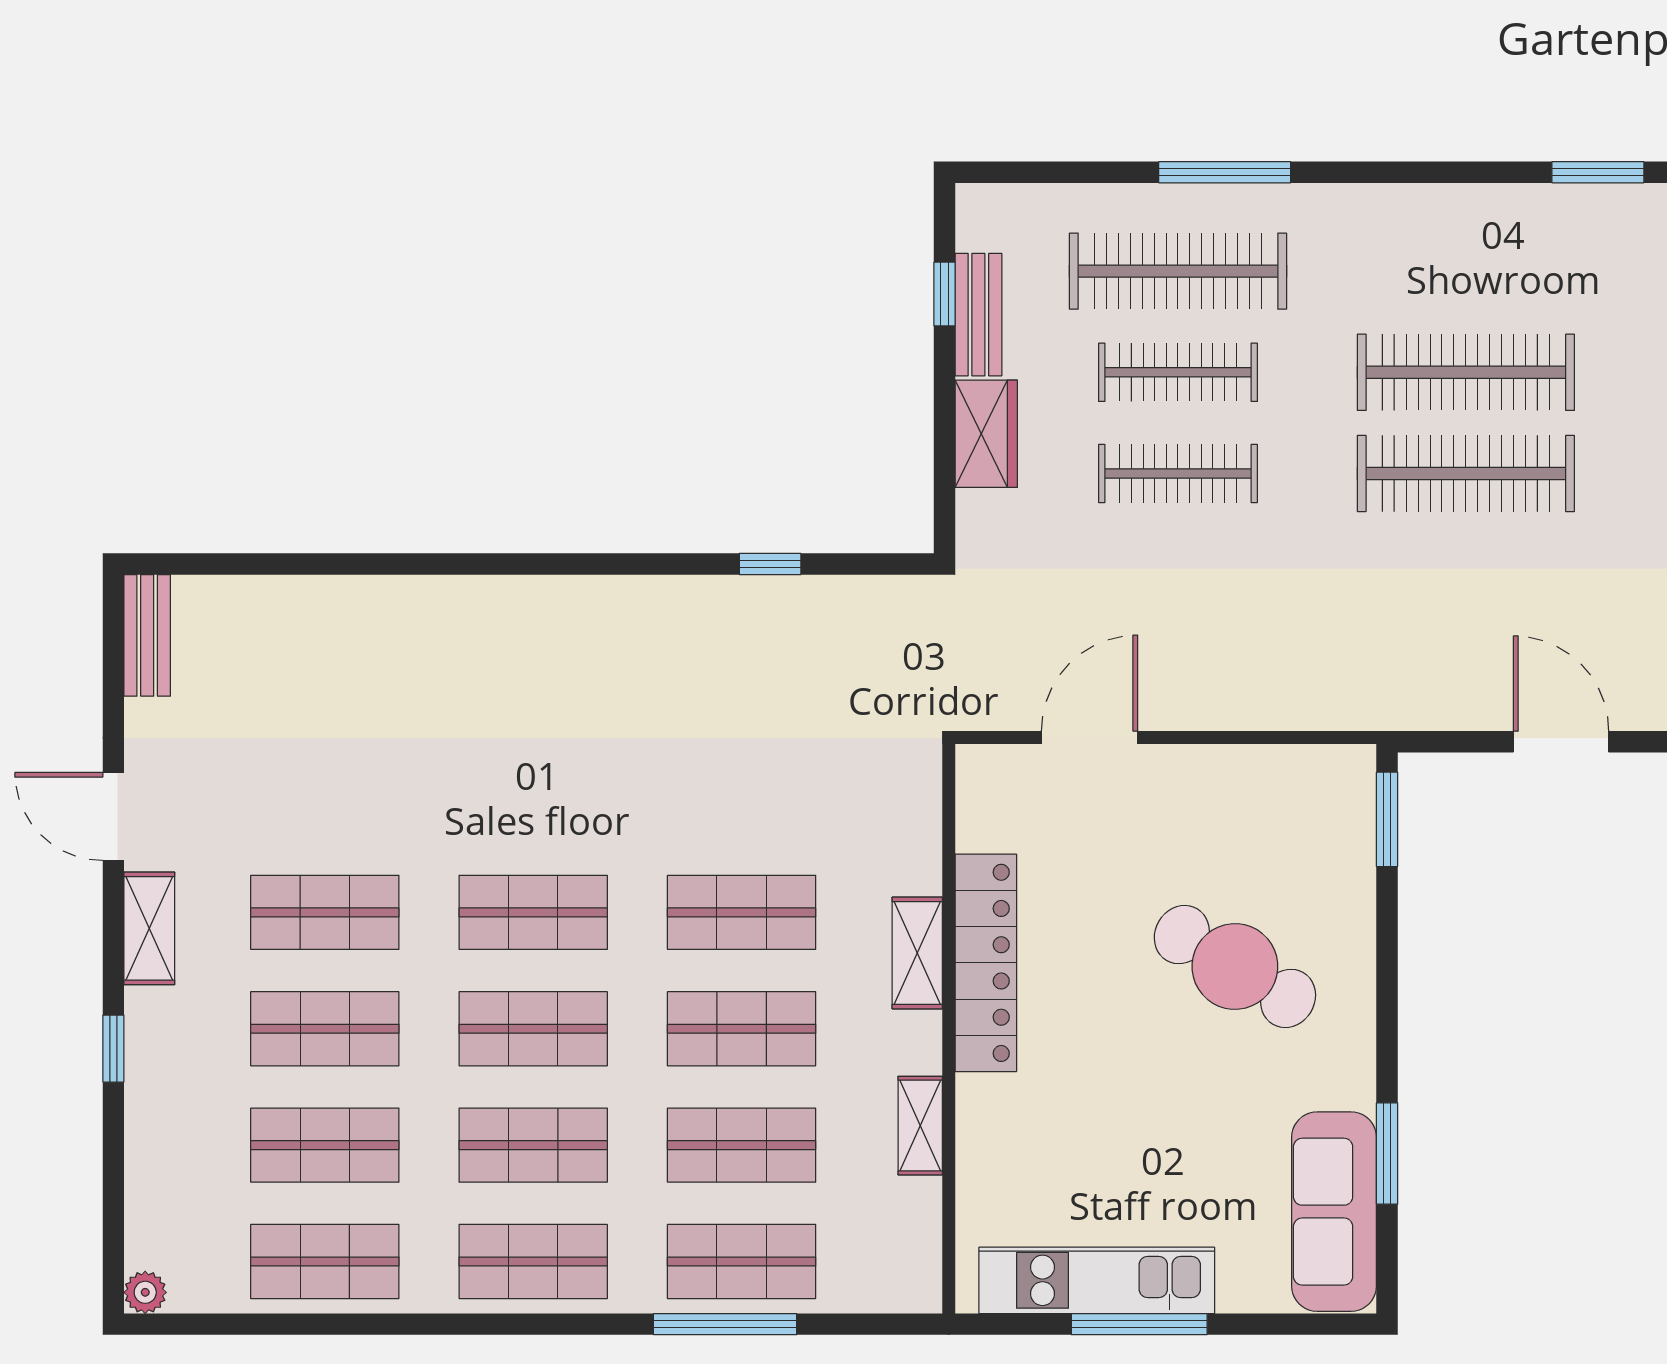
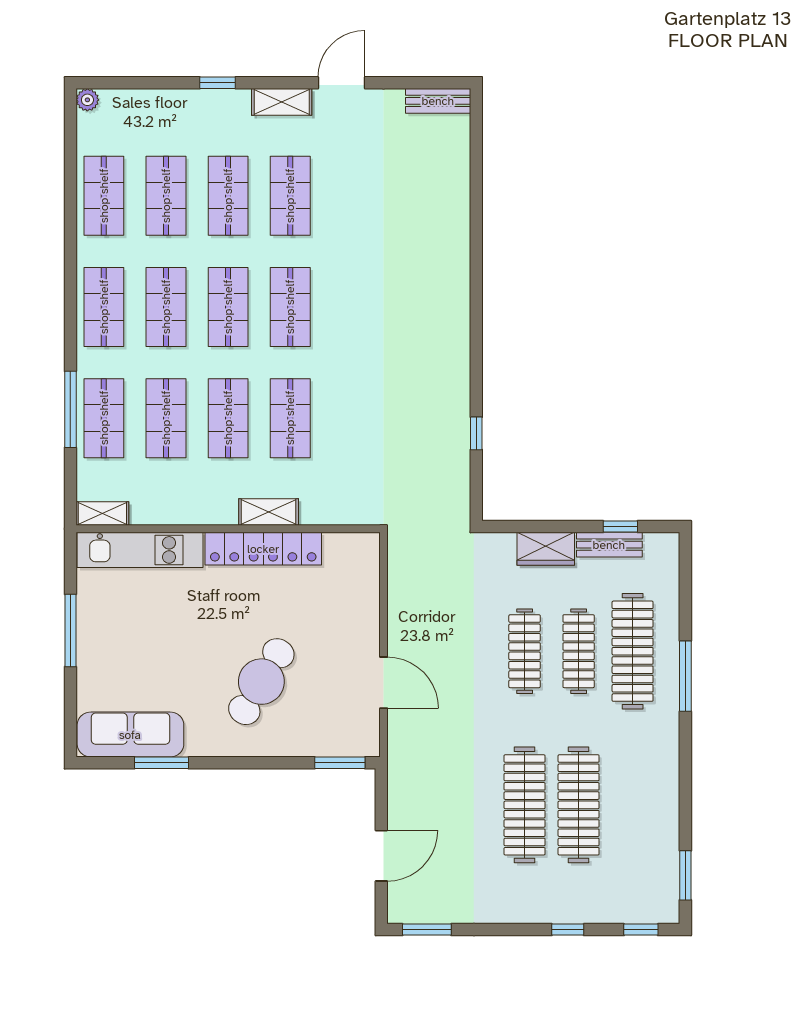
door: (1090, 738) -> (384, 683), moved
shelving: (920, 1126) -> (102, 514), moved
kitchen unit: (1097, 1280) -> (140, 550), moved, turned 90

